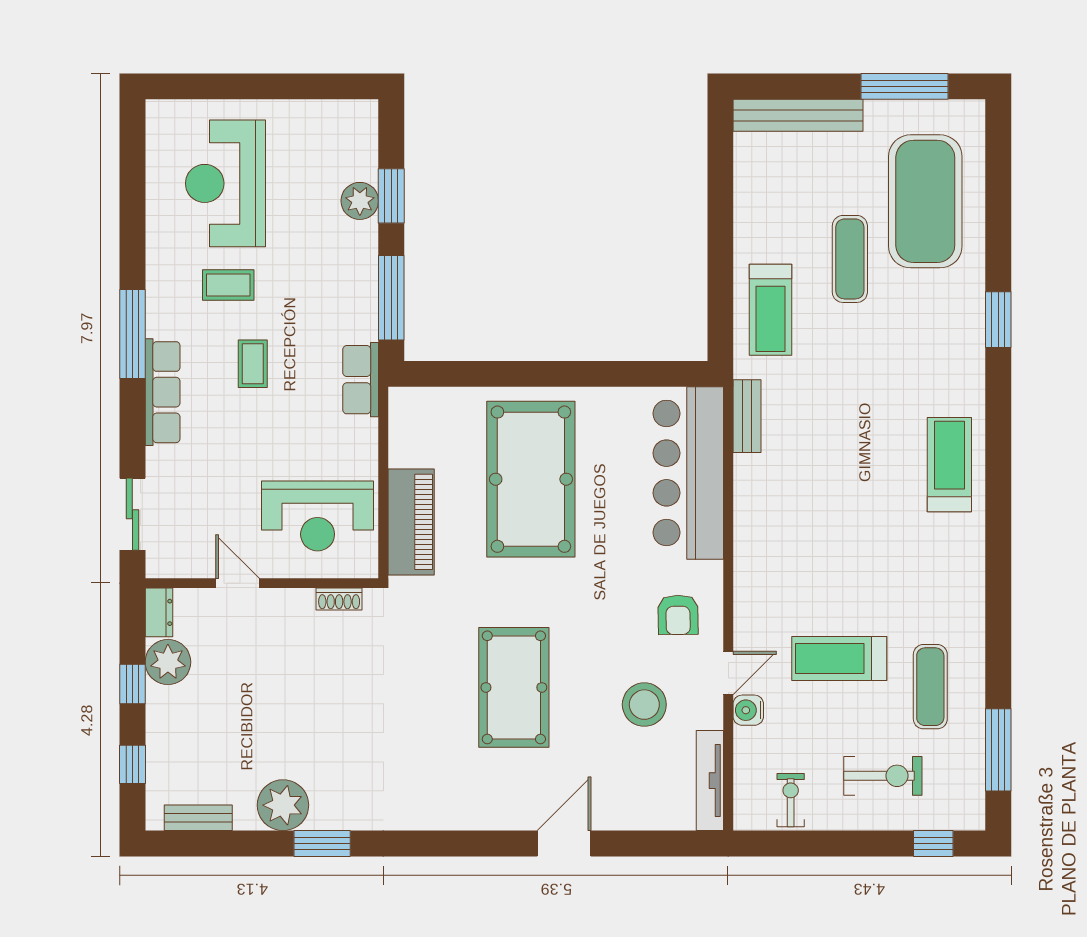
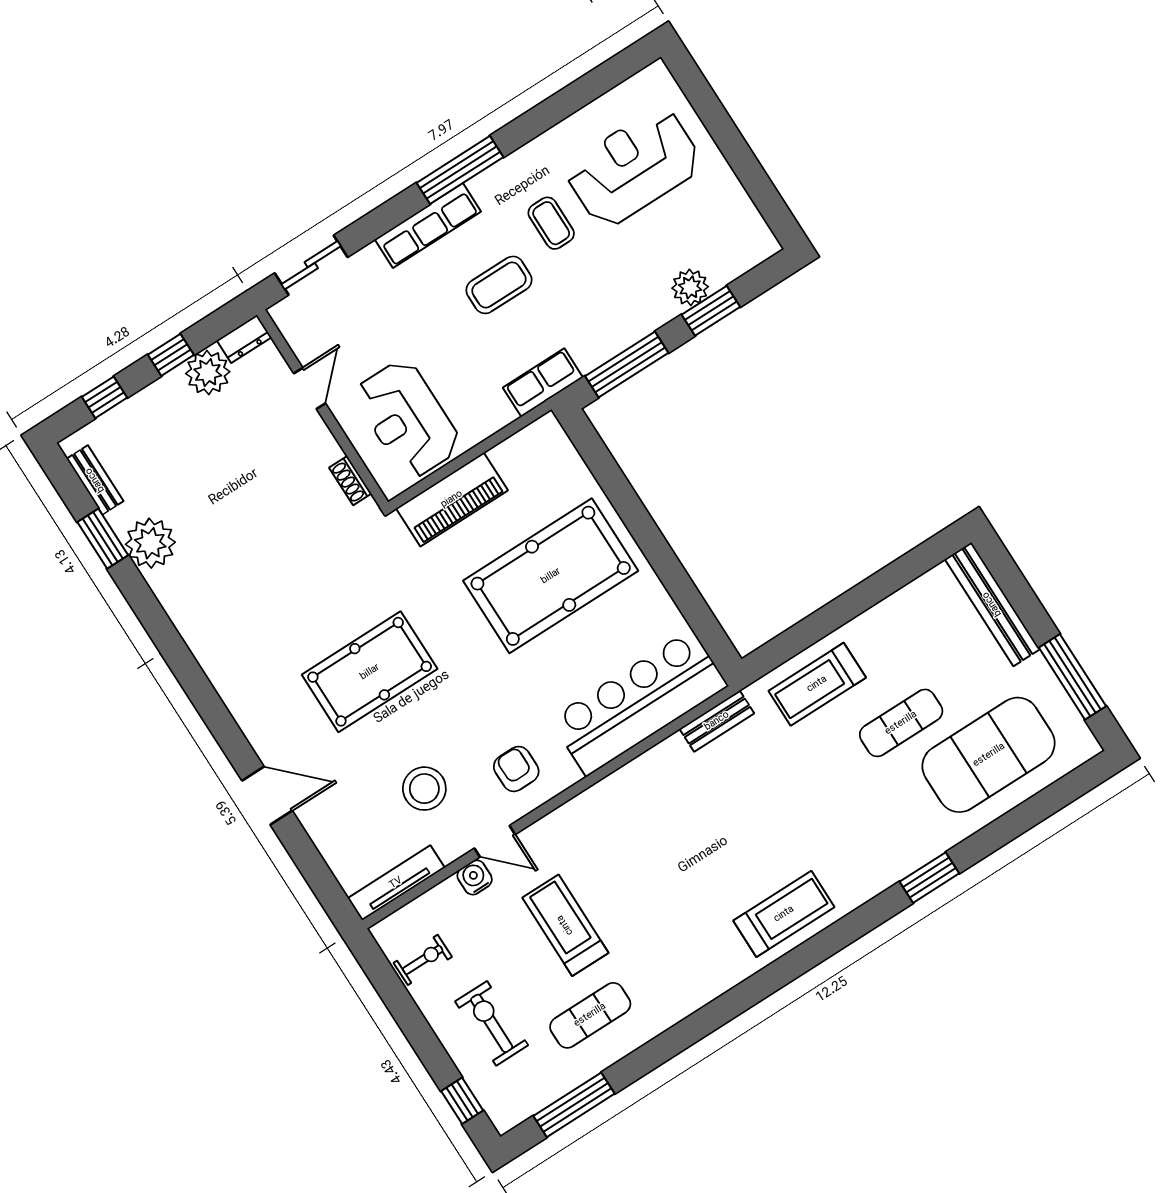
coffee table: (253, 364) -> (499, 285), width x1.36, depth x1.30
armchair: (678, 615) -> (516, 769), turned 91
exercise bike: (883, 776) -> (492, 1023), turned 180
window: (322, 844) -> (103, 539), moved

